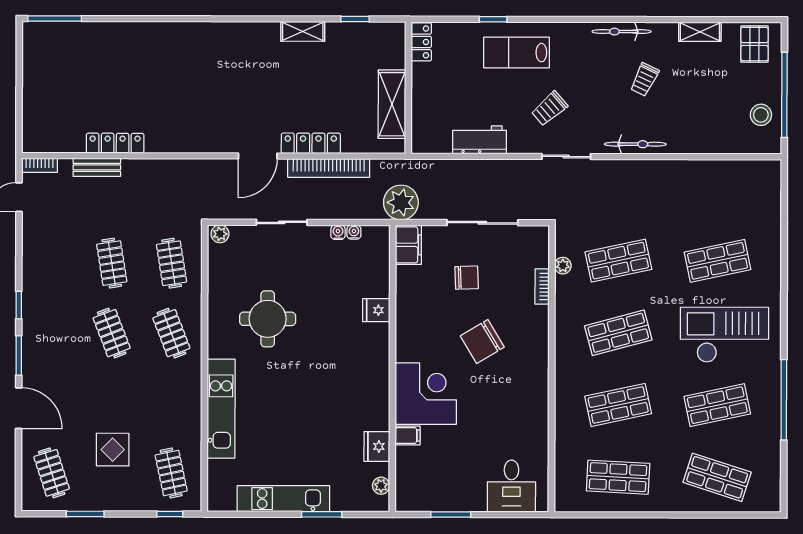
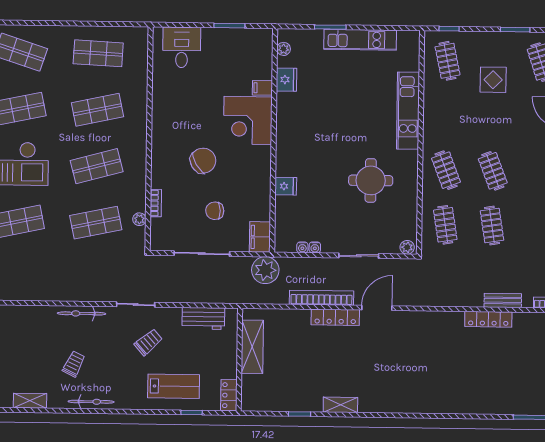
locker: (421, 42) -> (229, 395), moved
wall: (408, 88) -> (239, 360), moved
shelving: (392, 104) -> (252, 347), moved

